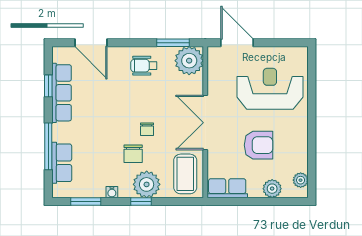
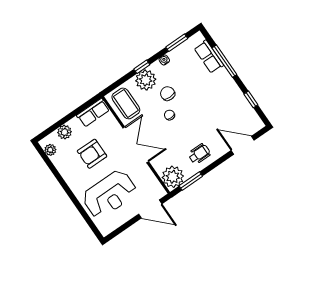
row of seats: (62, 93) -> (239, 101), removed

